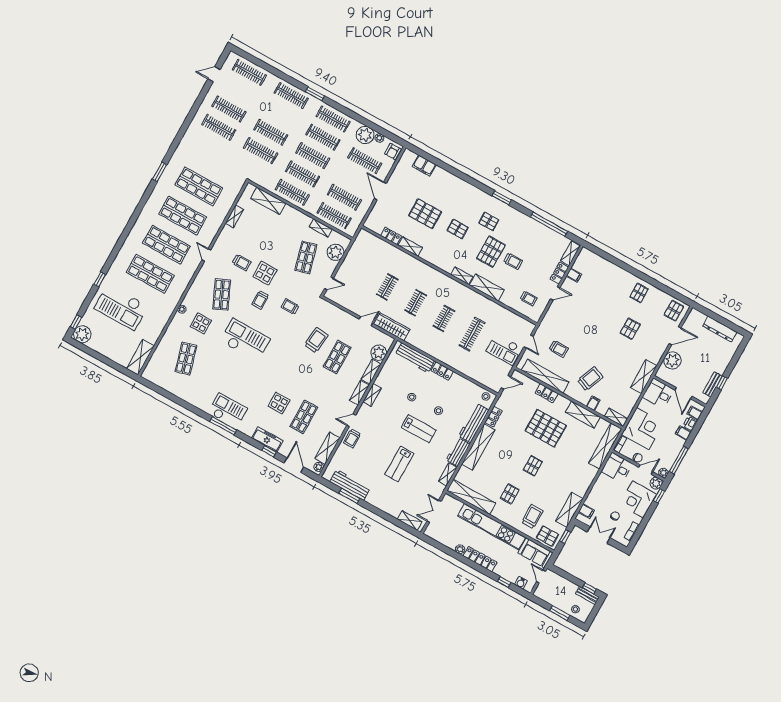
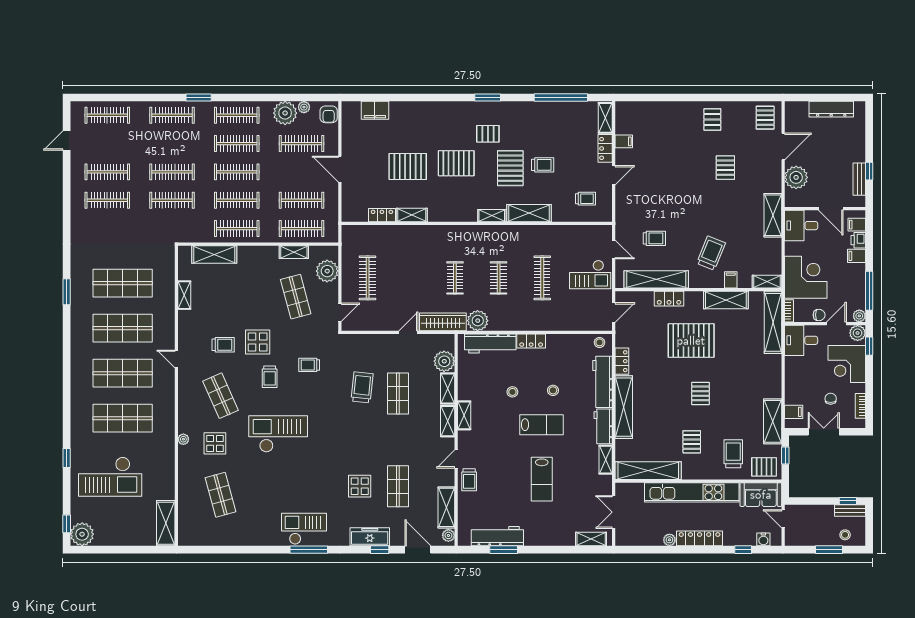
pallet: (458, 229) -> (456, 163), width x1.50, depth x1.42
clothes rail: (387, 287) -> (368, 278), moved, width x1.36
plant: (415, 339) -> (478, 321), added

